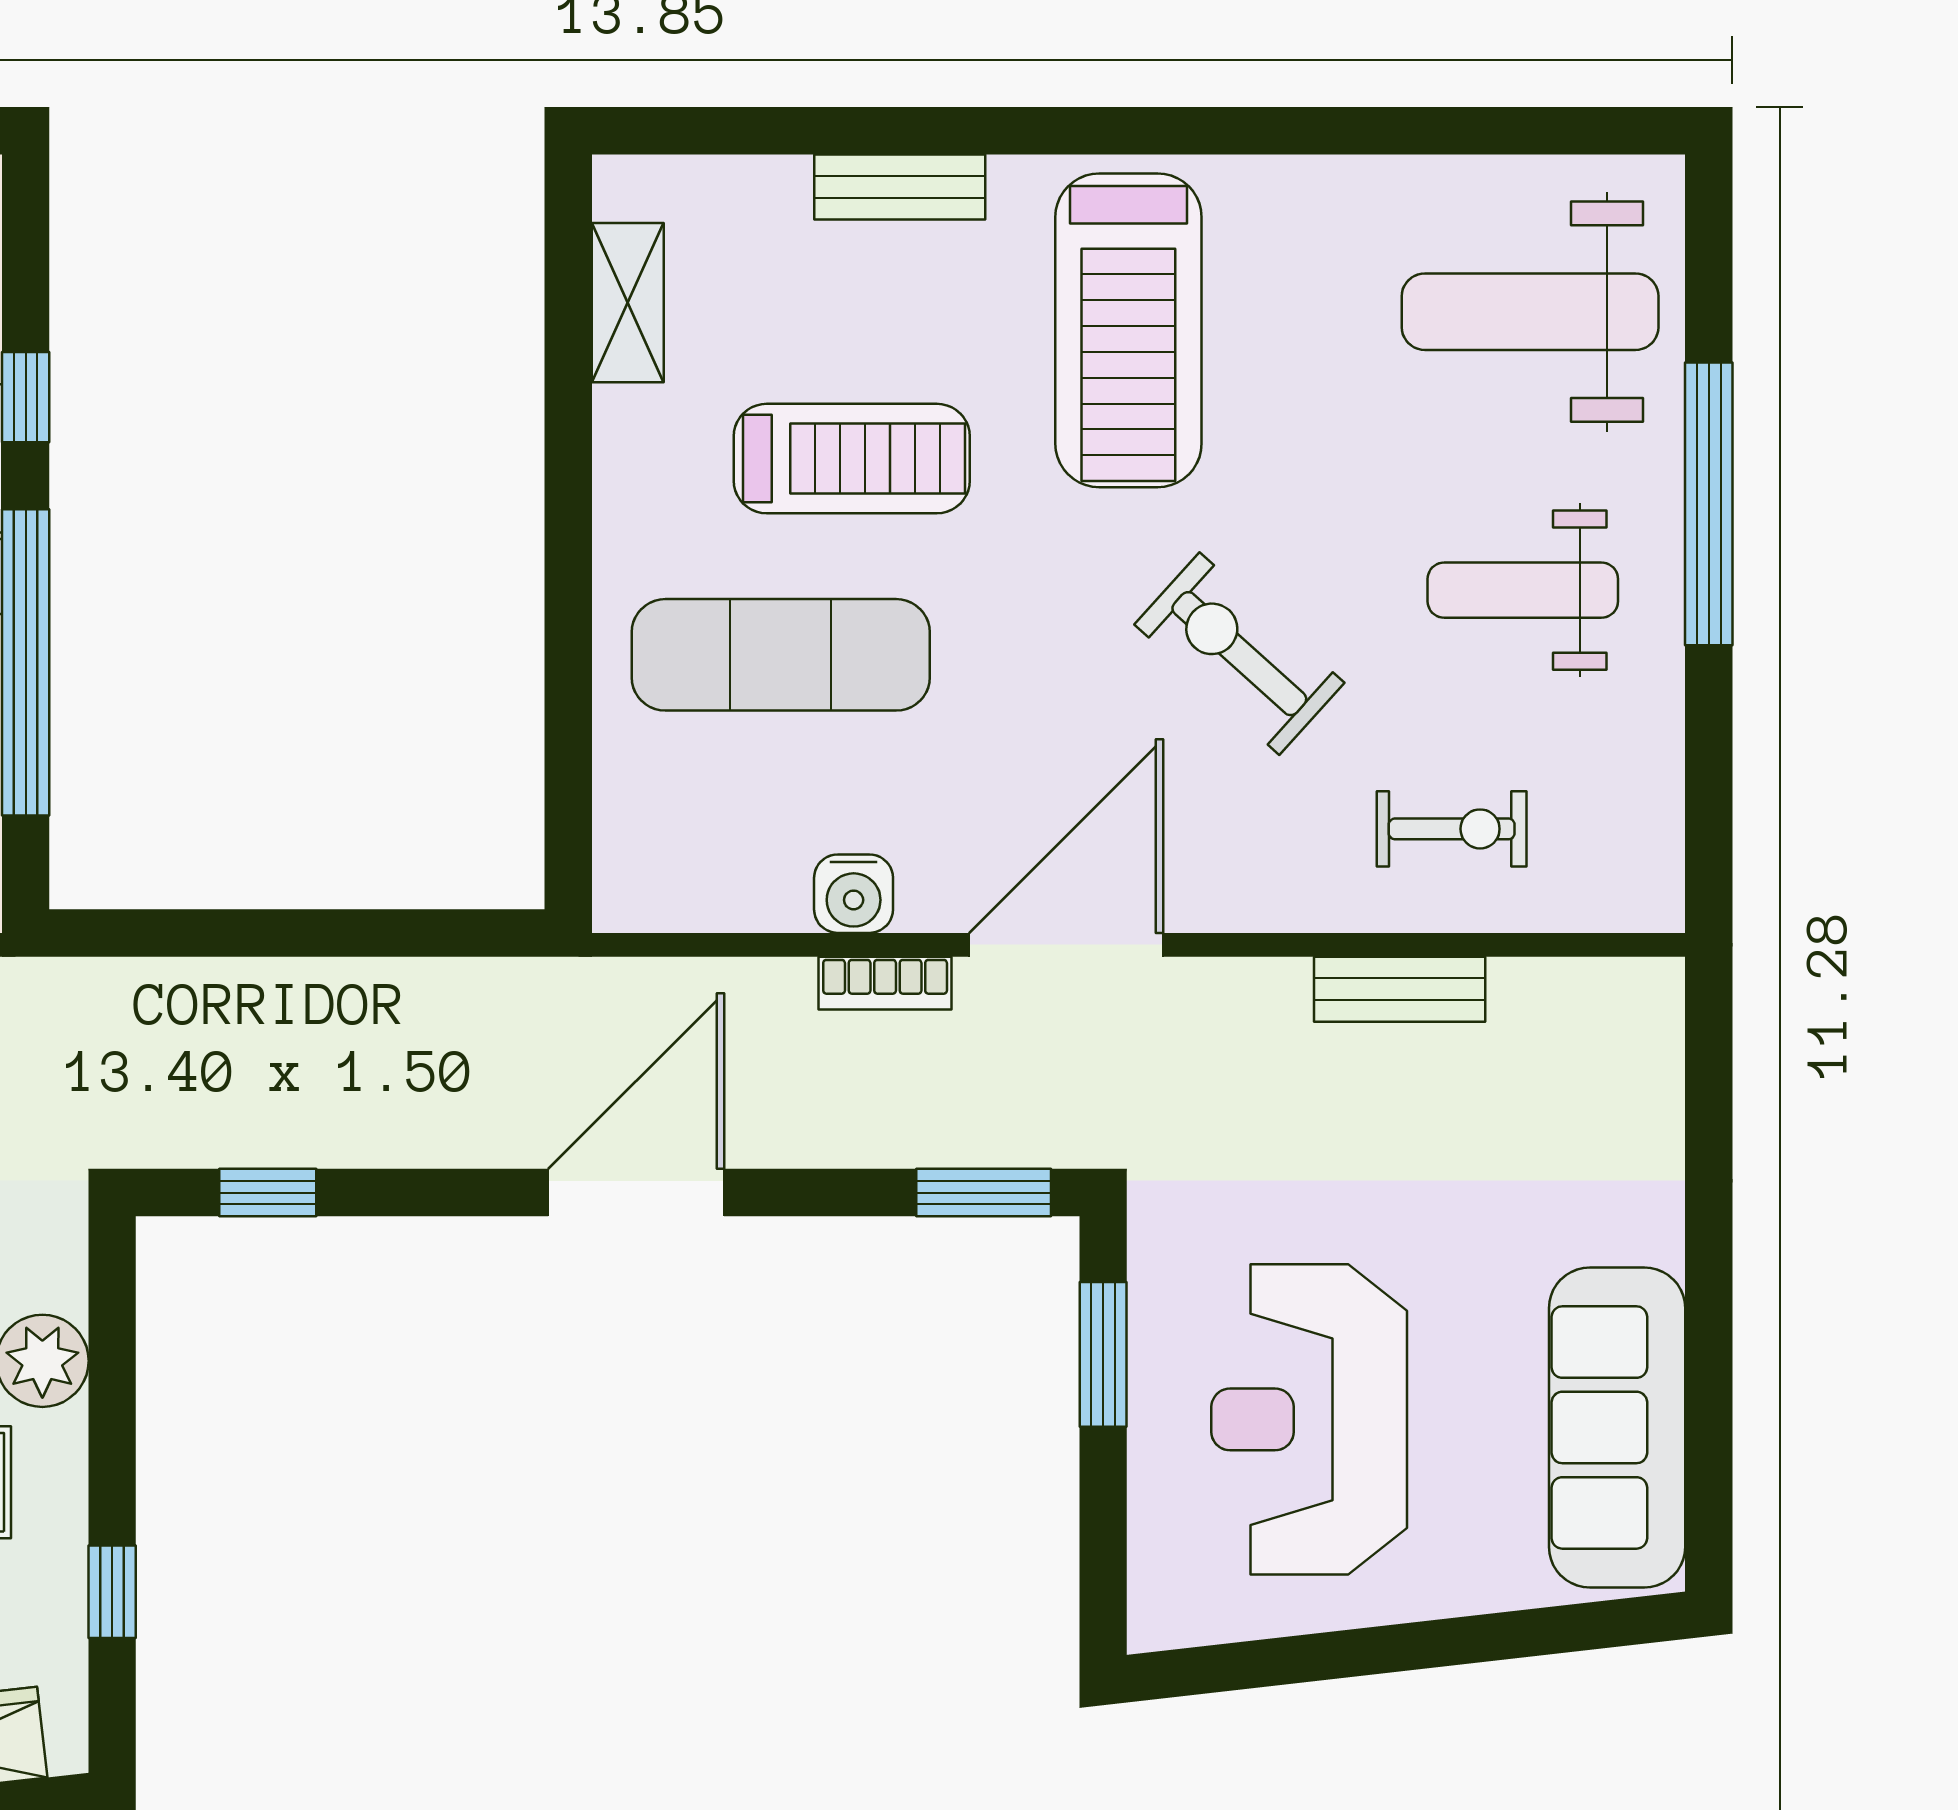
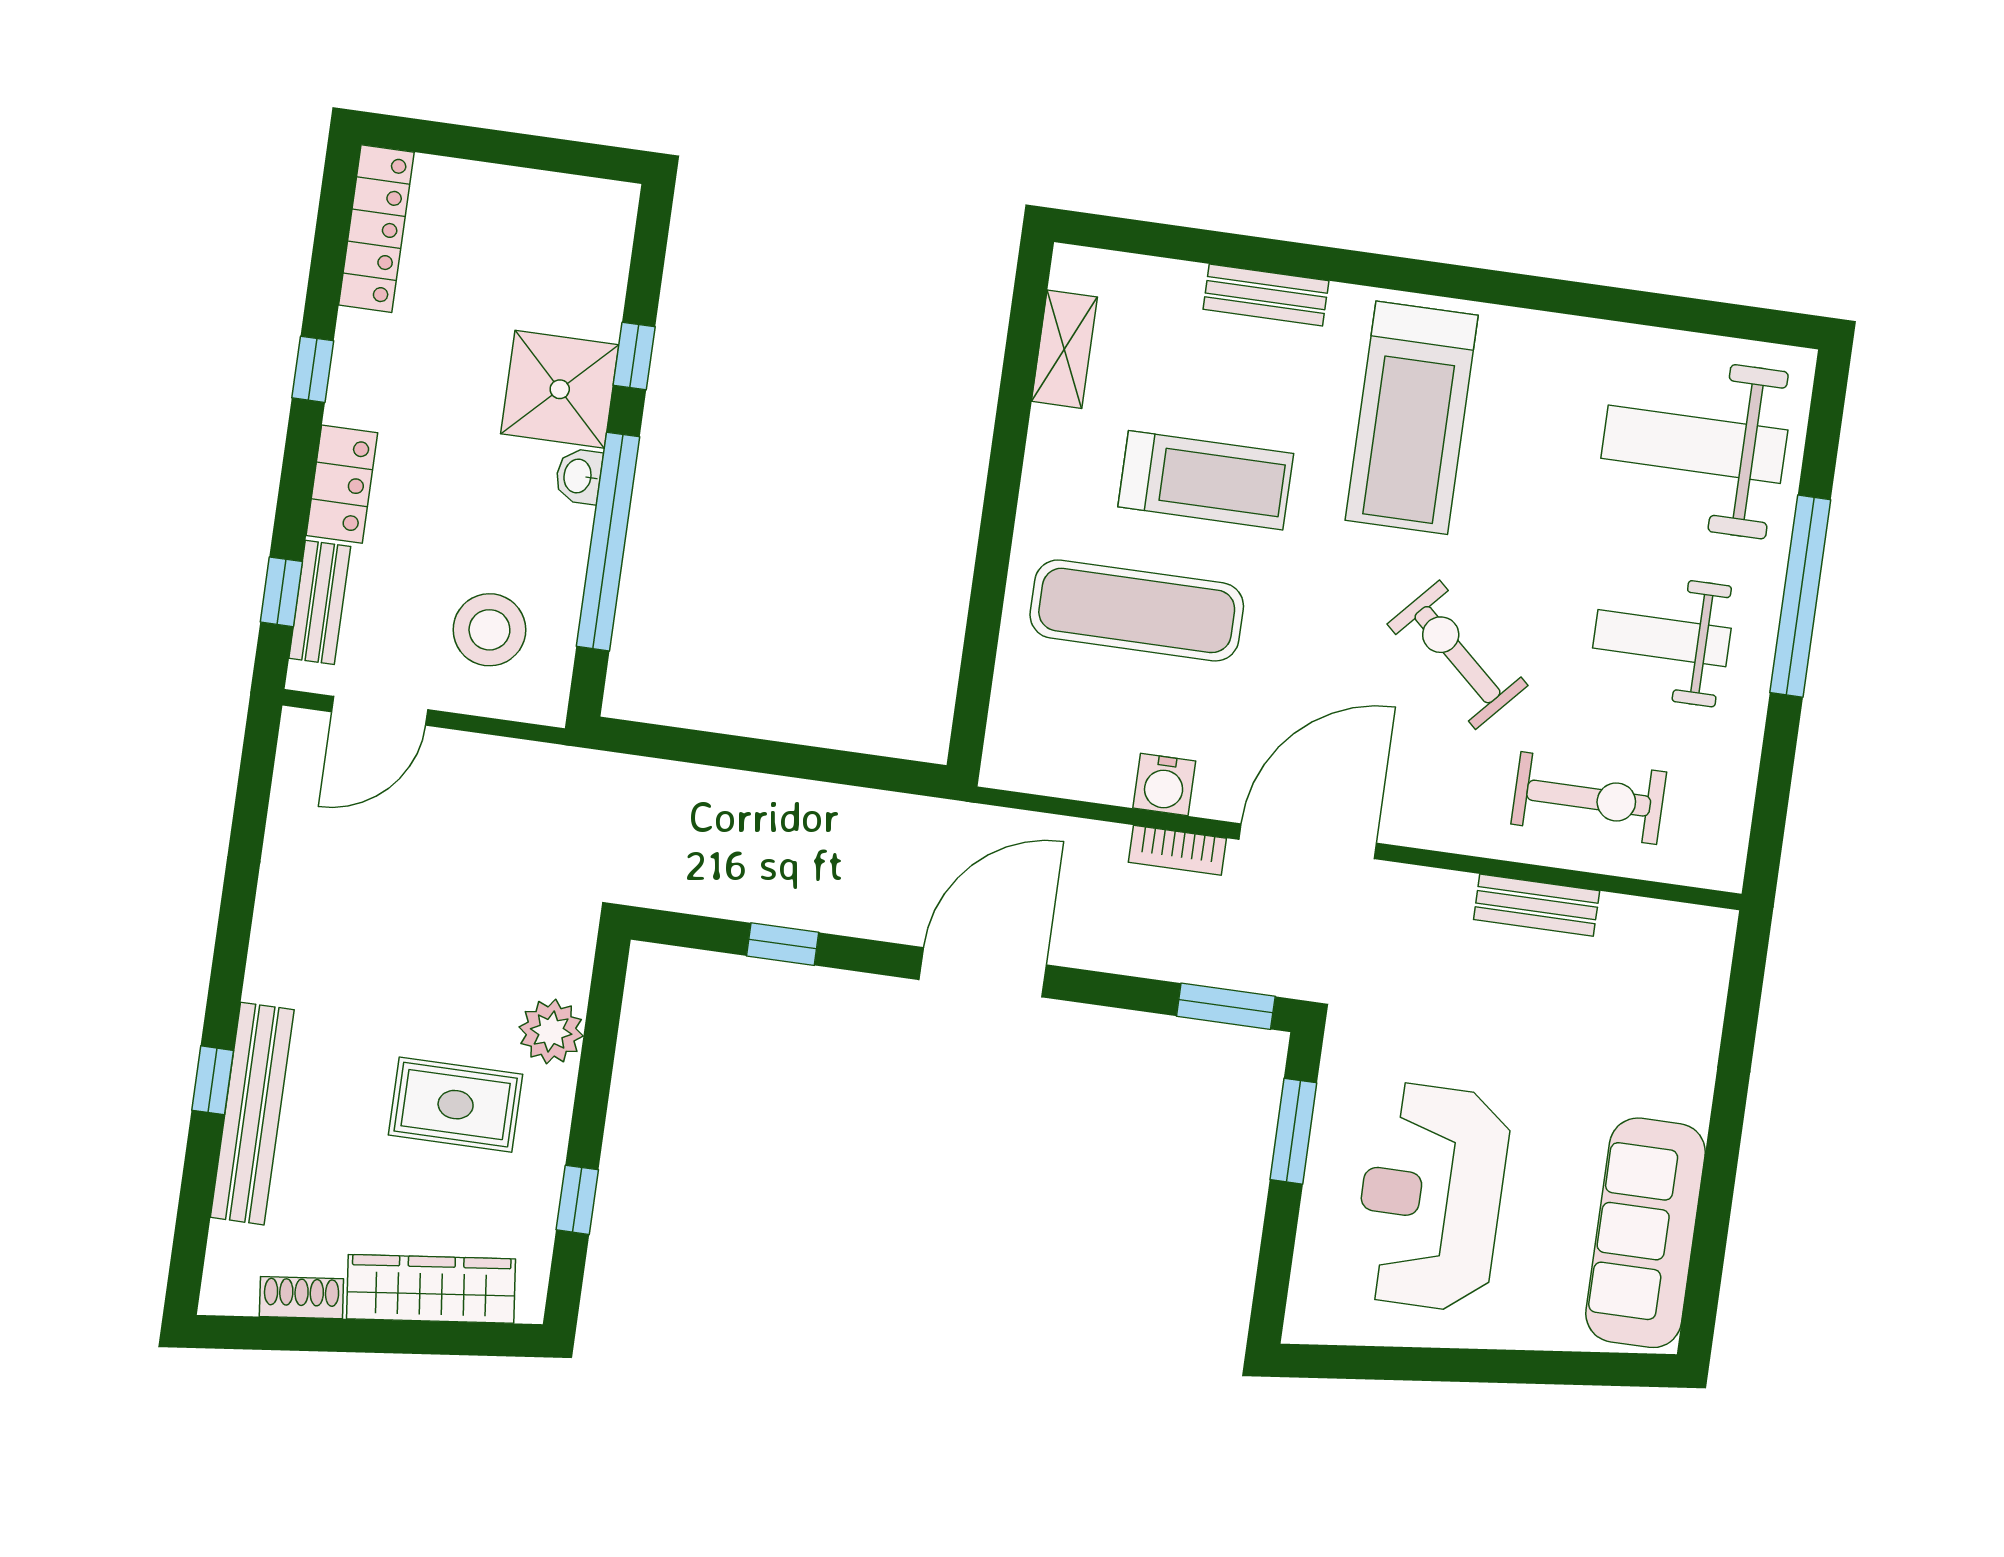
exercise bike: (1452, 829) -> (1589, 798), width x1.38, depth x1.39
window: (268, 1193) -> (783, 944), moved

